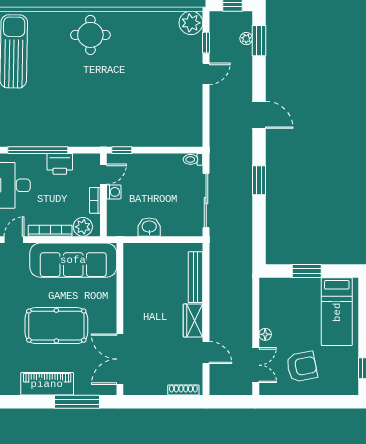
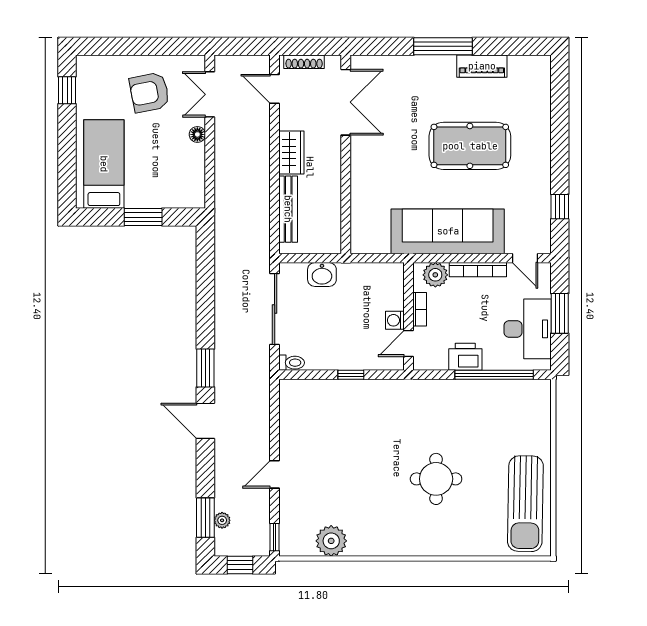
plant: (191, 23) -> (331, 541), moved
round table: (90, 35) -> (436, 479), moved
window: (206, 43) -> (275, 537), moved
window: (122, 150) -> (351, 375), moved
window: (259, 180) -> (205, 368), moved
washbasin: (149, 227) -> (322, 274), moved
door: (14, 240) -> (525, 258), hinge flipped
wall: (120, 319) -> (346, 154), moved
door: (206, 352) -> (275, 89), moved
double door: (120, 359) -> (346, 102), moved
piano: (47, 384) -> (482, 66), width x0.73, depth x0.75

